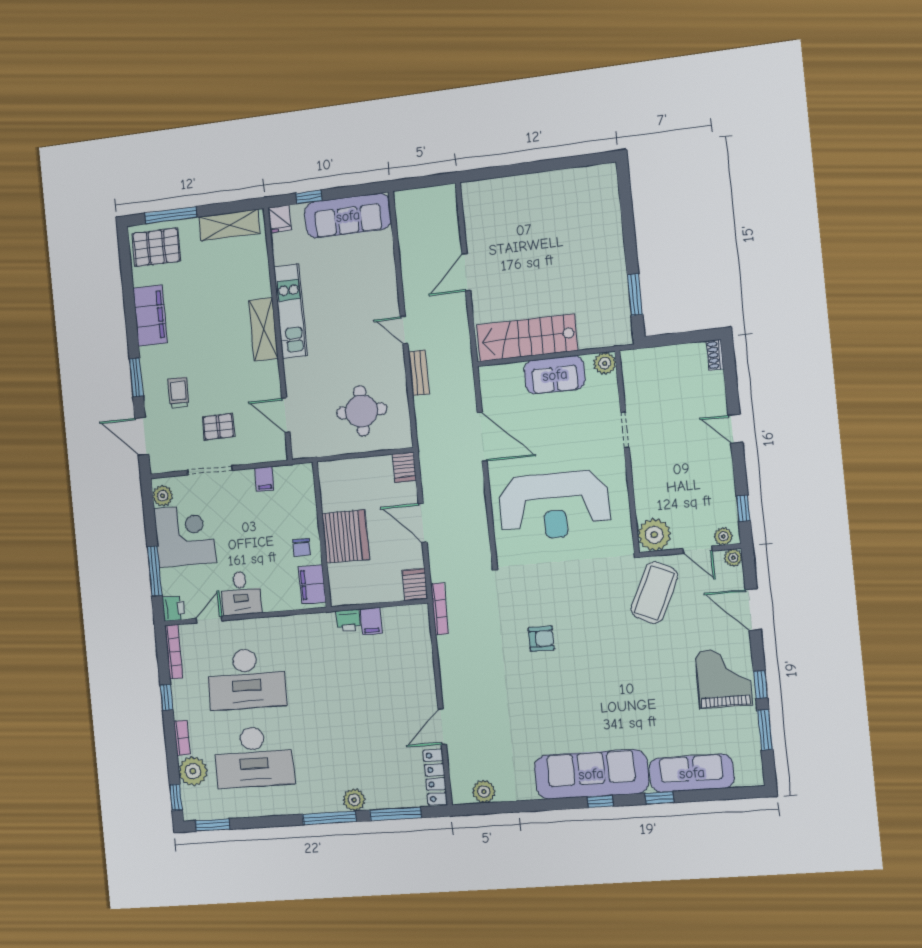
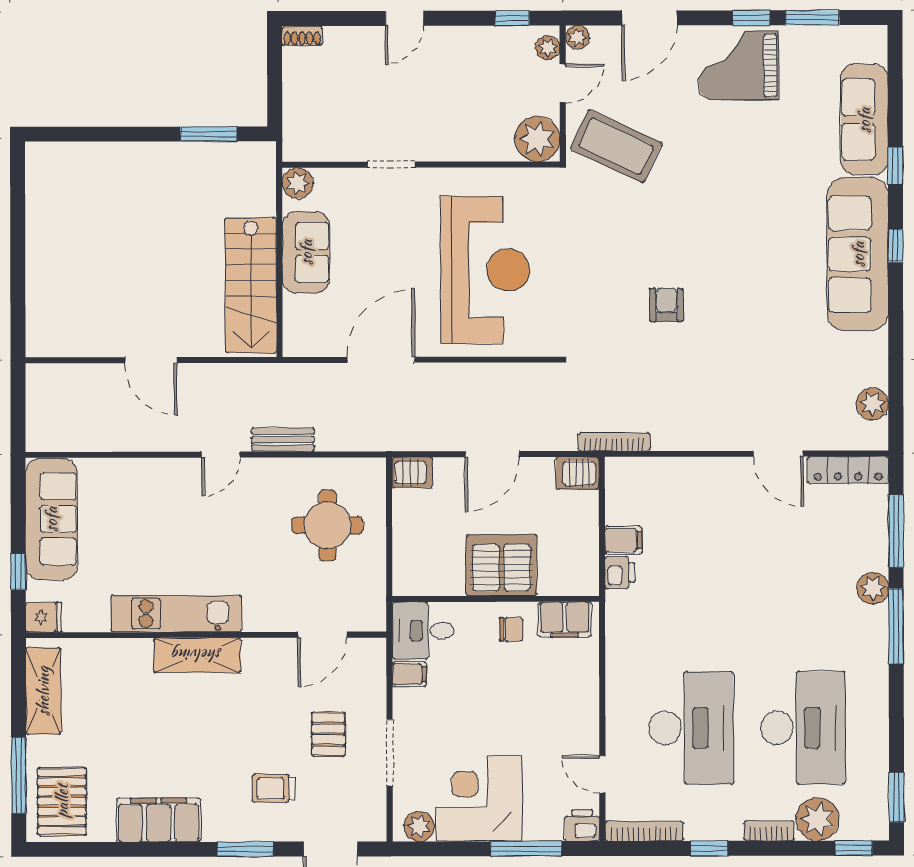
desk: (241, 593) -> (423, 631), moved, turned 180

